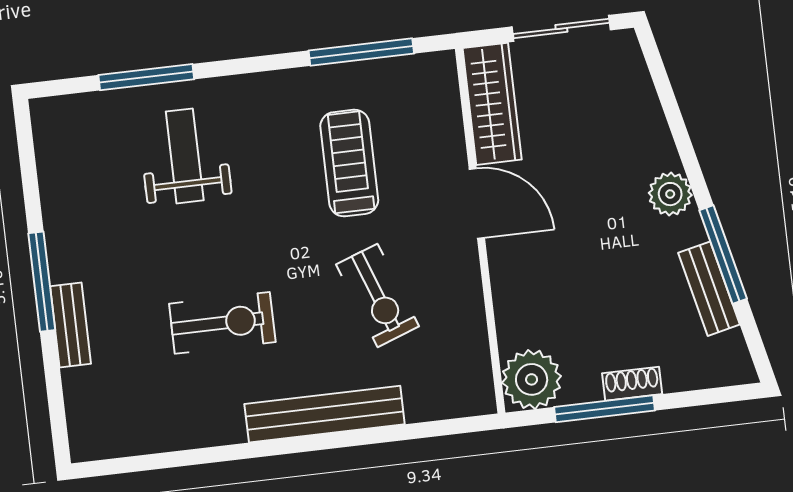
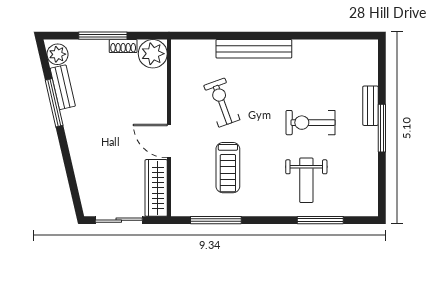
plant: (670, 194) -> (58, 54), moved
exercise bike: (222, 323) -> (311, 123), moved
shoe rack: (632, 384) -> (123, 46), moved
window: (604, 409) -> (103, 36), moved

